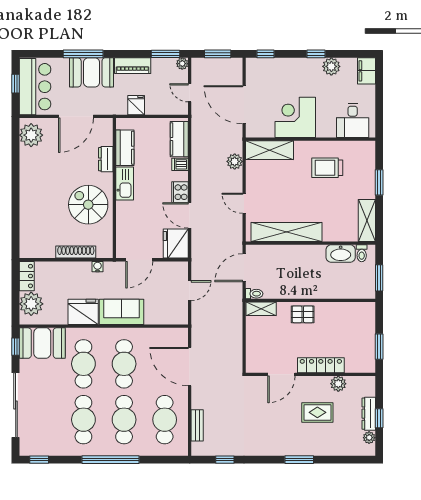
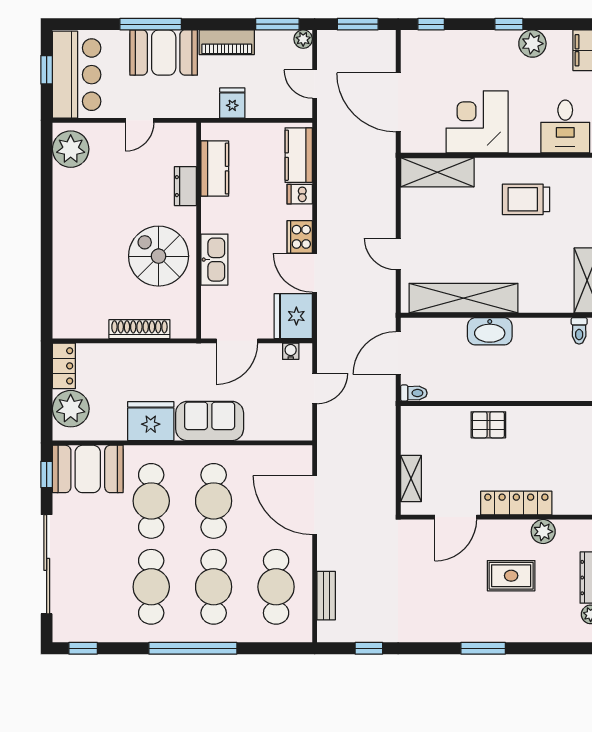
door: (76, 116) -> (140, 120), width x0.53
plant: (235, 161) -> (384, 190), removed
kitchen sink: (125, 183) -> (214, 260), moved
washbasin: (341, 254) -> (490, 331), moved
water cooler: (98, 267) -> (291, 351), moved
shelving: (261, 309) -> (411, 478), moved, turned 90

